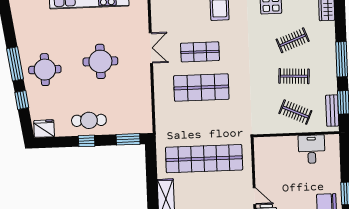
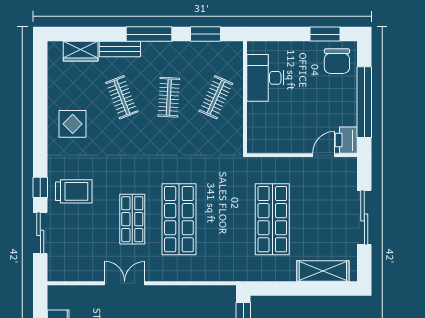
bench: (332, 111) -> (120, 49), moved
desk: (312, 149) -> (265, 78), width x1.37
shop shelf: (204, 159) -> (272, 219), width x0.71

